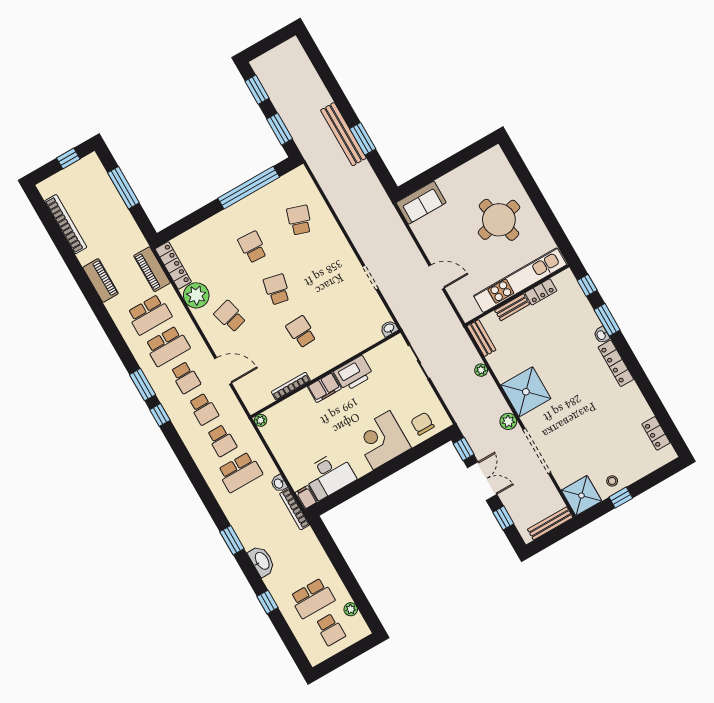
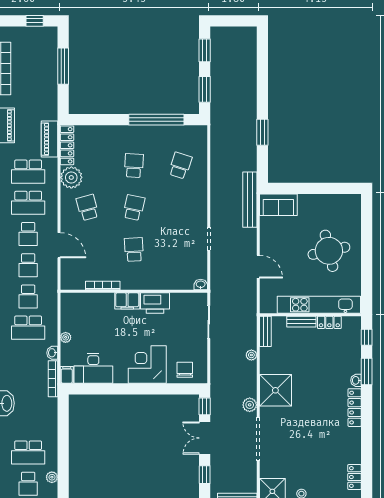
bench: (343, 134) -> (250, 200), moved
plant: (261, 420) -> (66, 337), moved
double door: (482, 481) -> (205, 438), swing flipped

